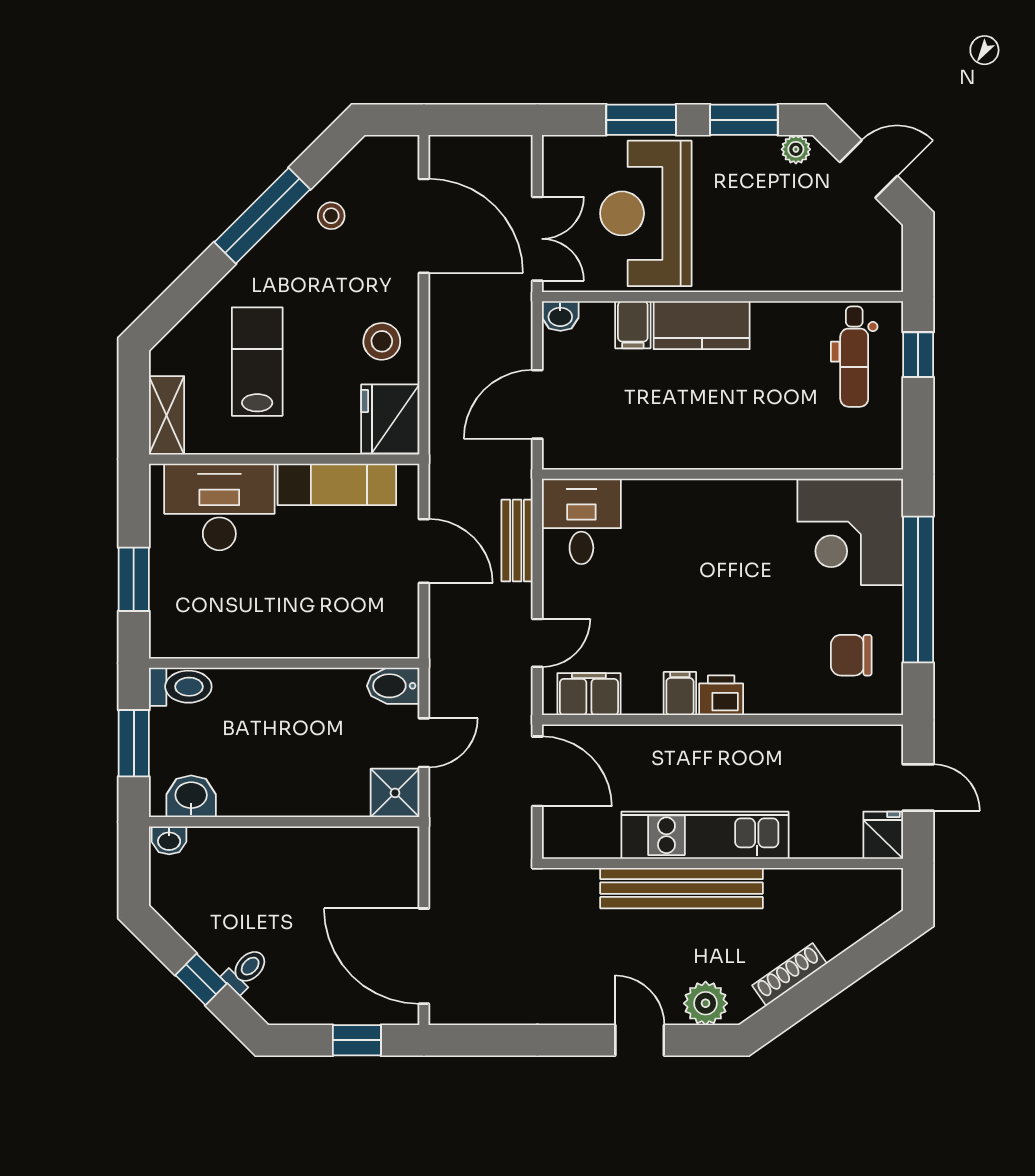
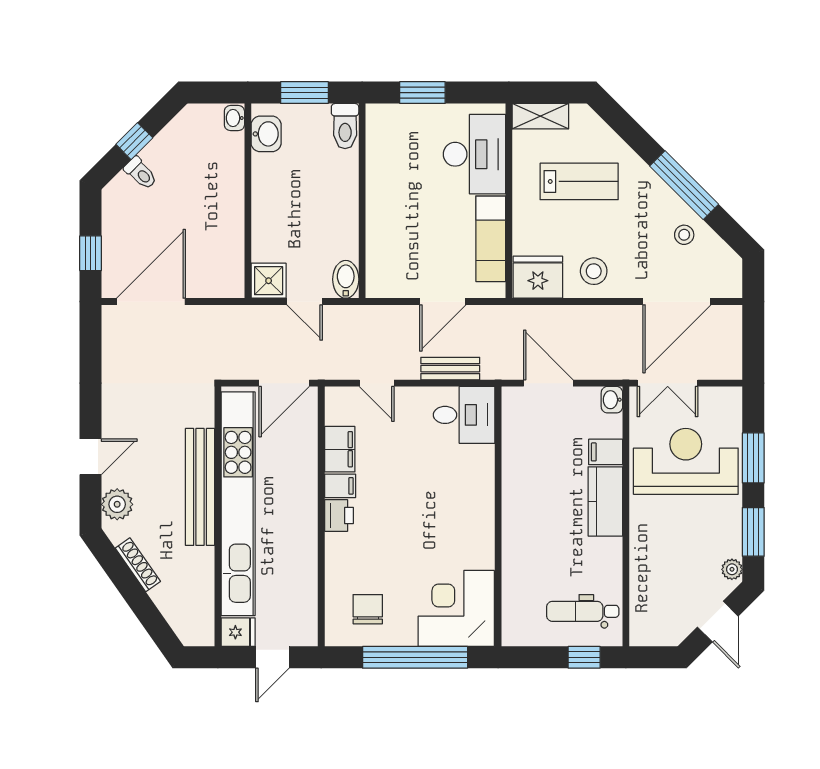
filing cabinet: (589, 694) -> (340, 449), moved
kitchen unit: (705, 835) -> (238, 504), width x1.86

